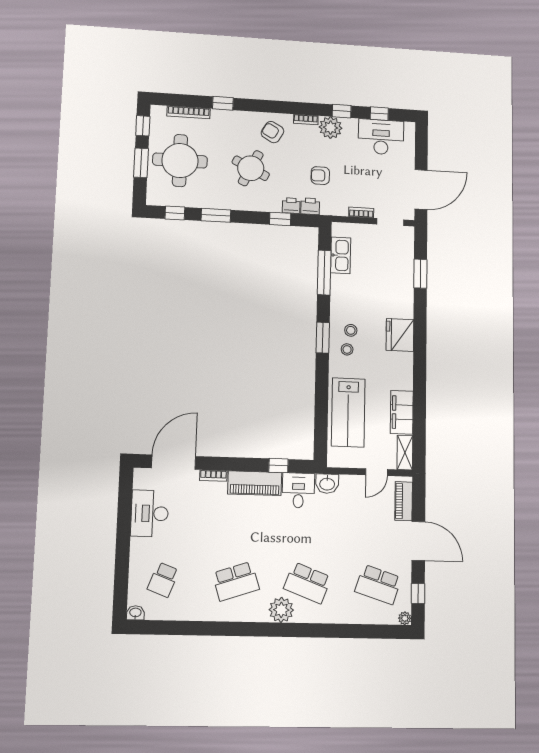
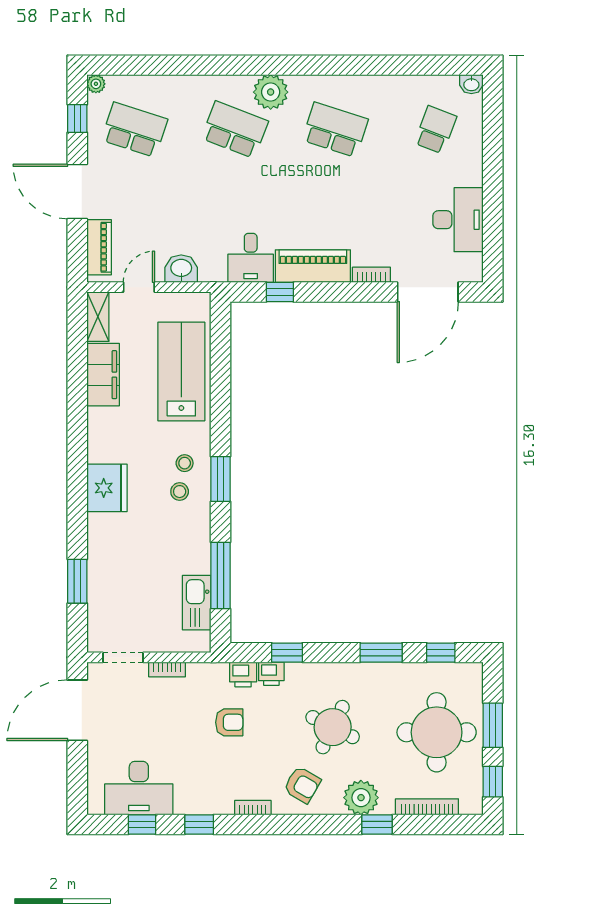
plant: (331, 128) -> (361, 798), moved
washbasin: (327, 484) -> (181, 269), moved
school desk: (236, 581) -> (335, 130), turned 36

